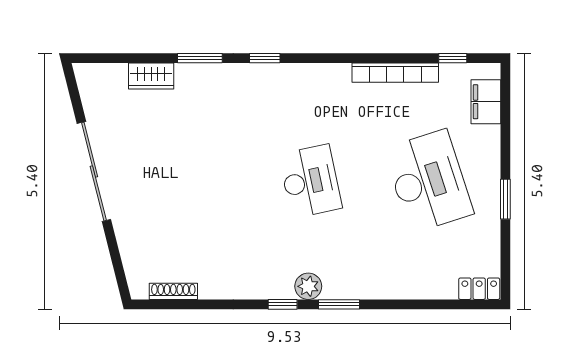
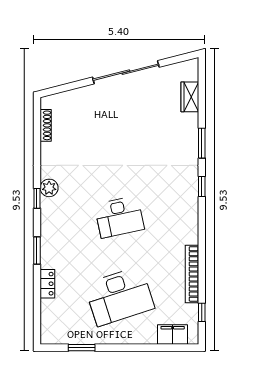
wardrobe: (151, 76) -> (190, 97), moved
window: (505, 199) -> (82, 348), moved
plant: (308, 286) -> (49, 188), moved
locker: (479, 289) -> (47, 284), moved
window: (339, 304) -> (37, 251), moved

